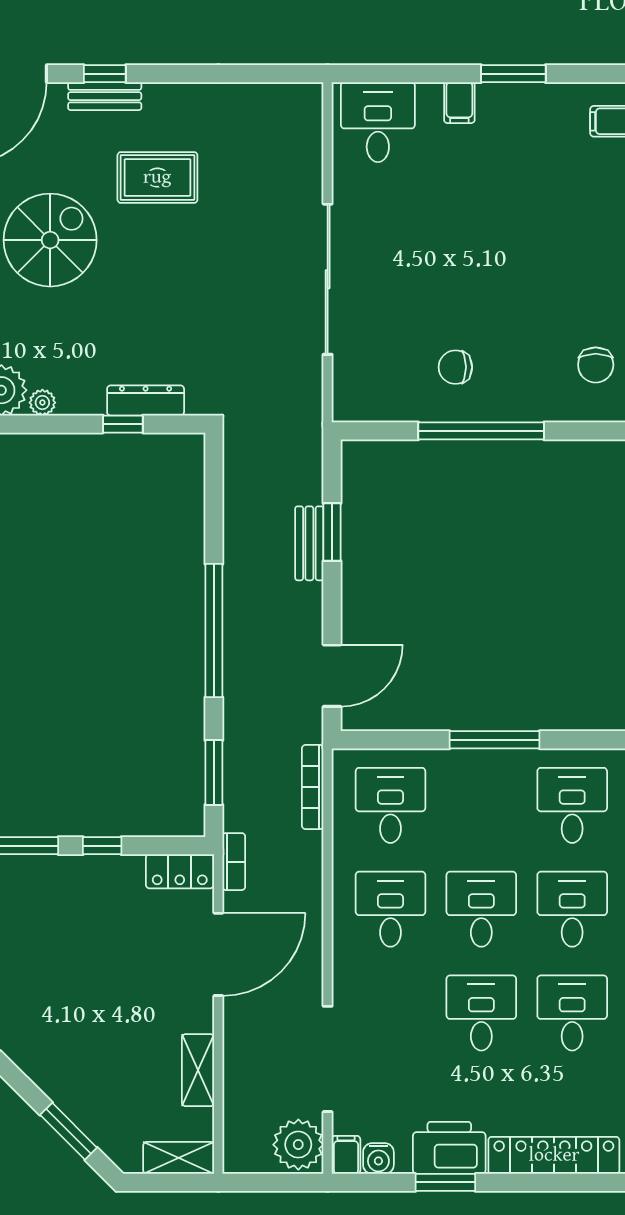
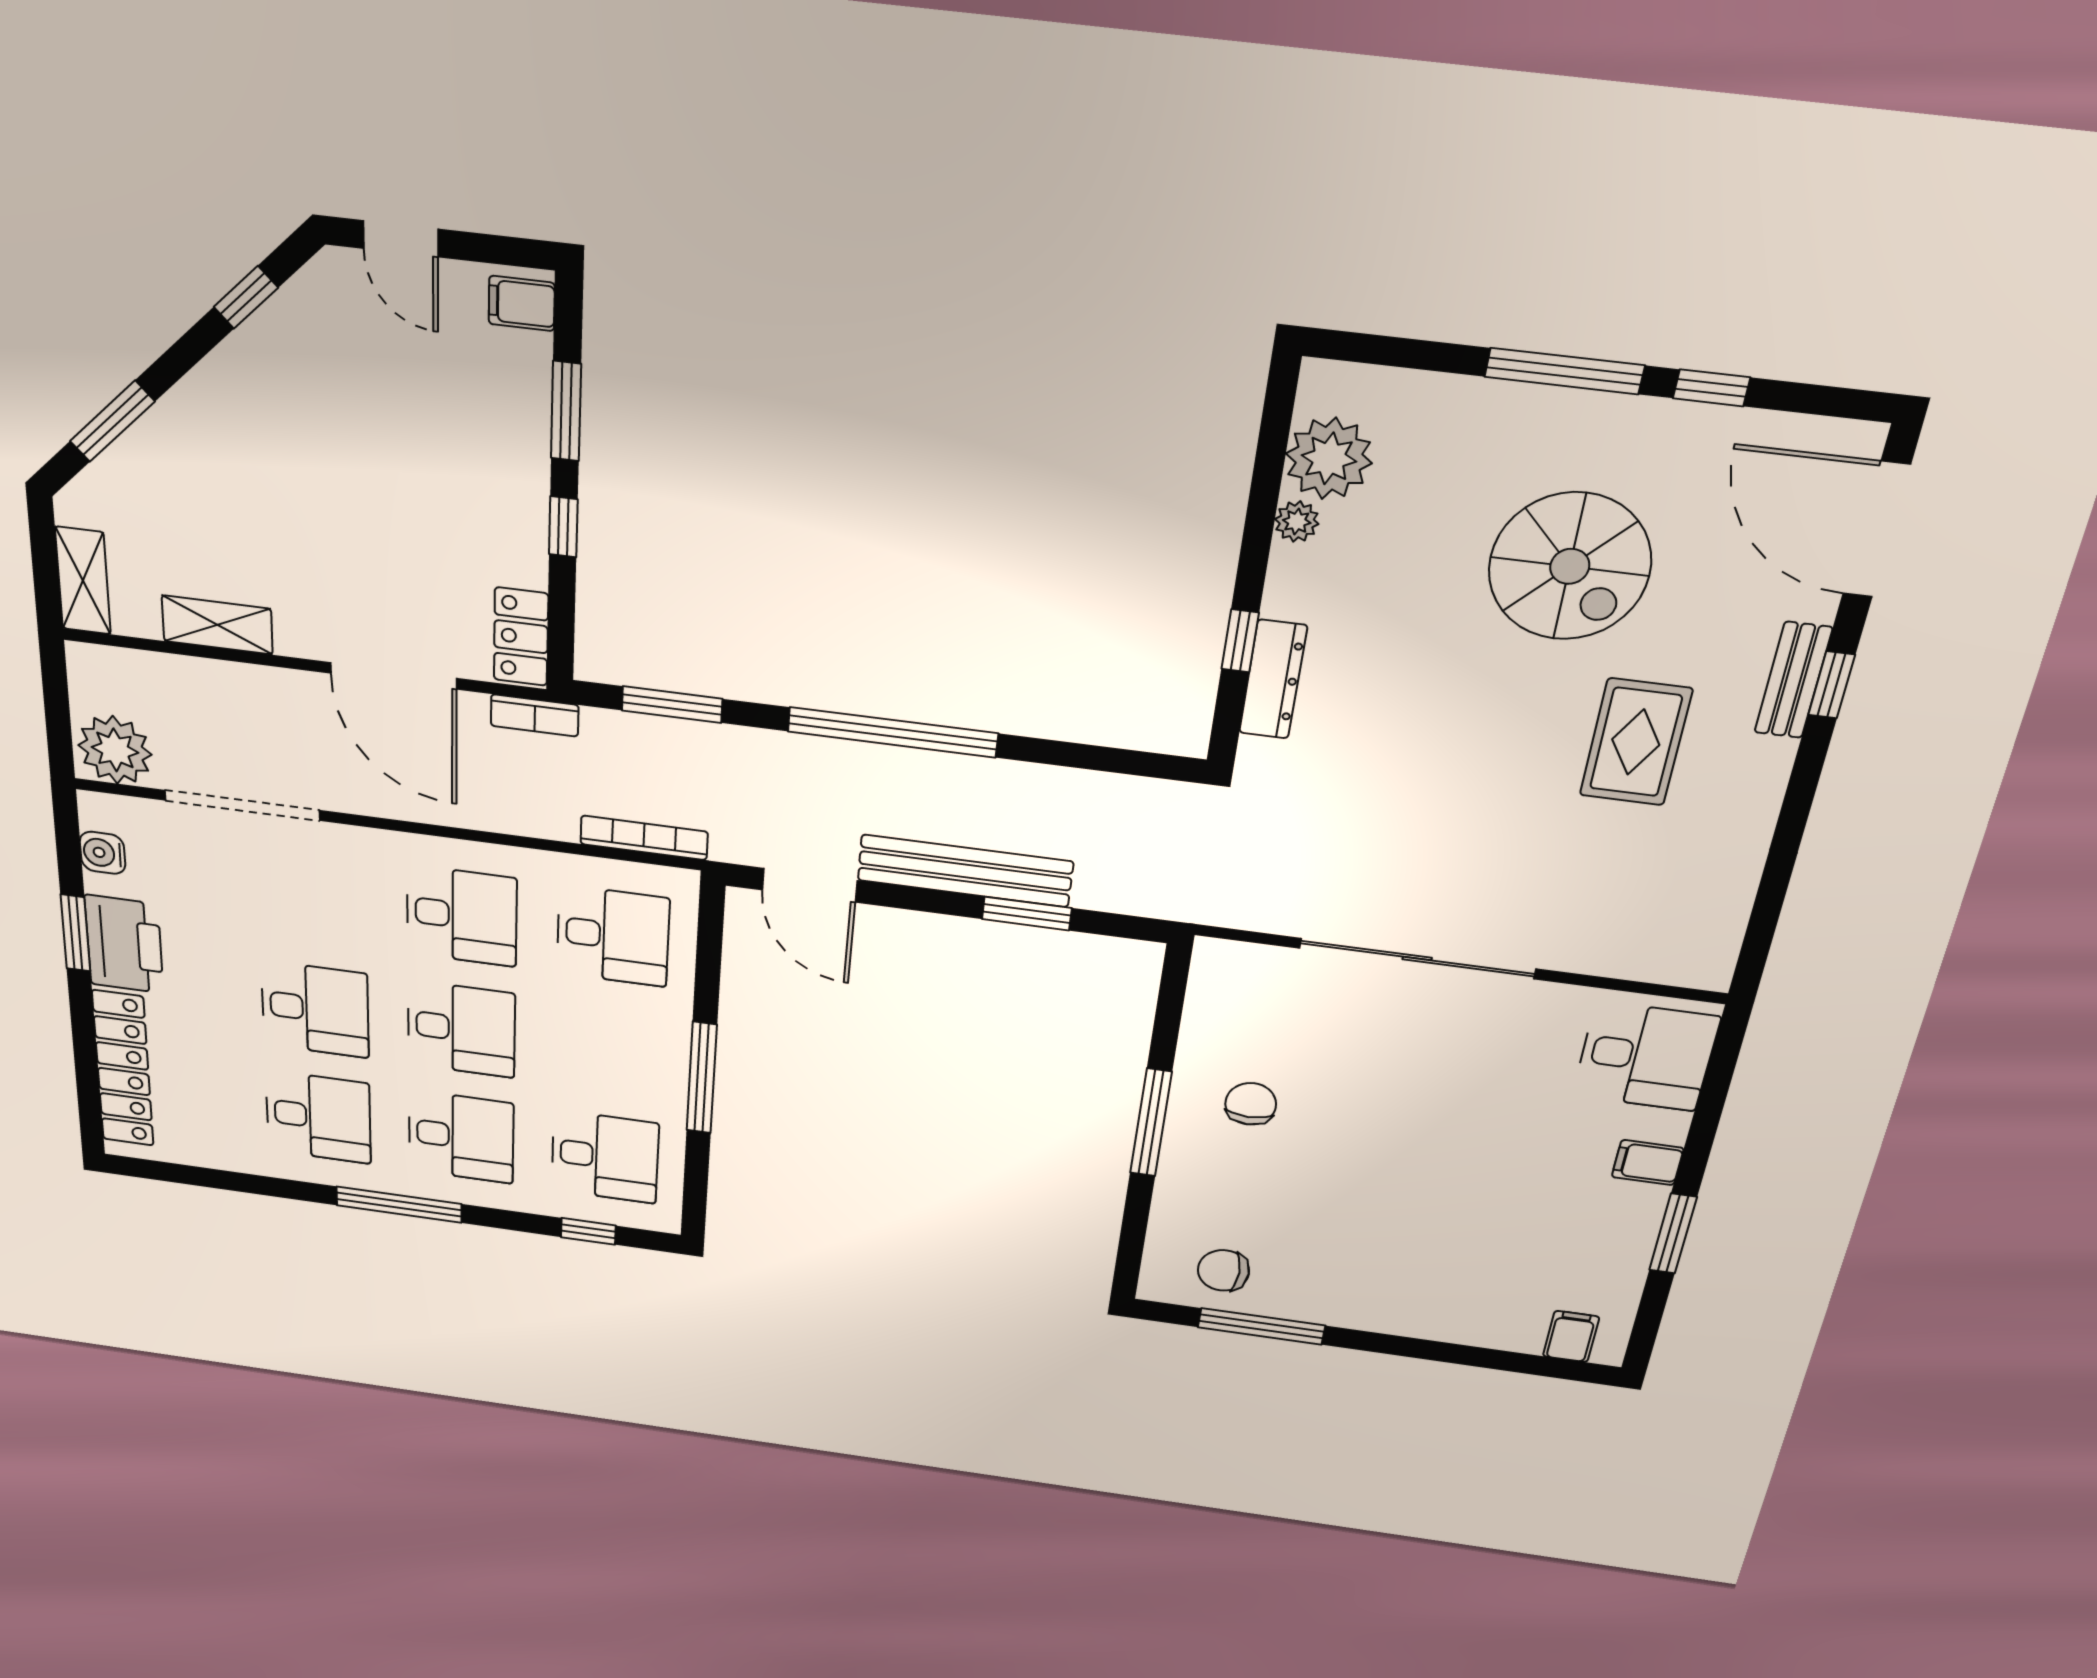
window: (481, 431) -> (1151, 1123), width x0.68
bench: (309, 543) -> (965, 871), width x1.86, depth x1.21
filing cabinet: (346, 1155) -> (105, 811), removed

